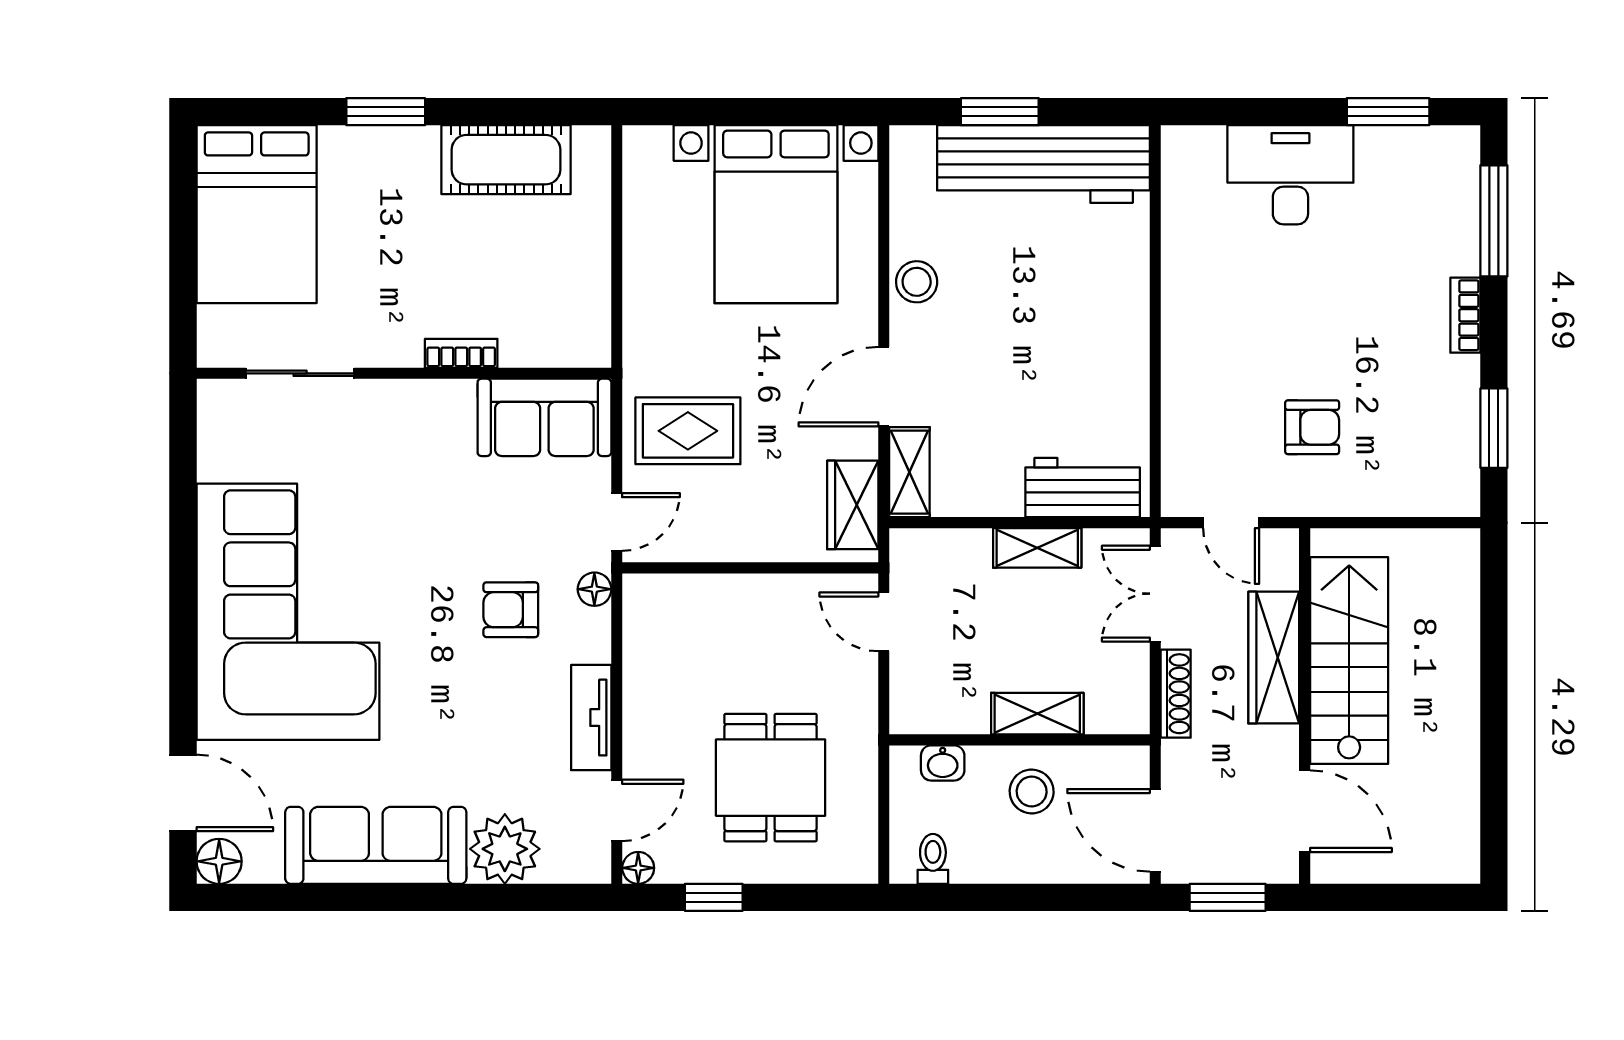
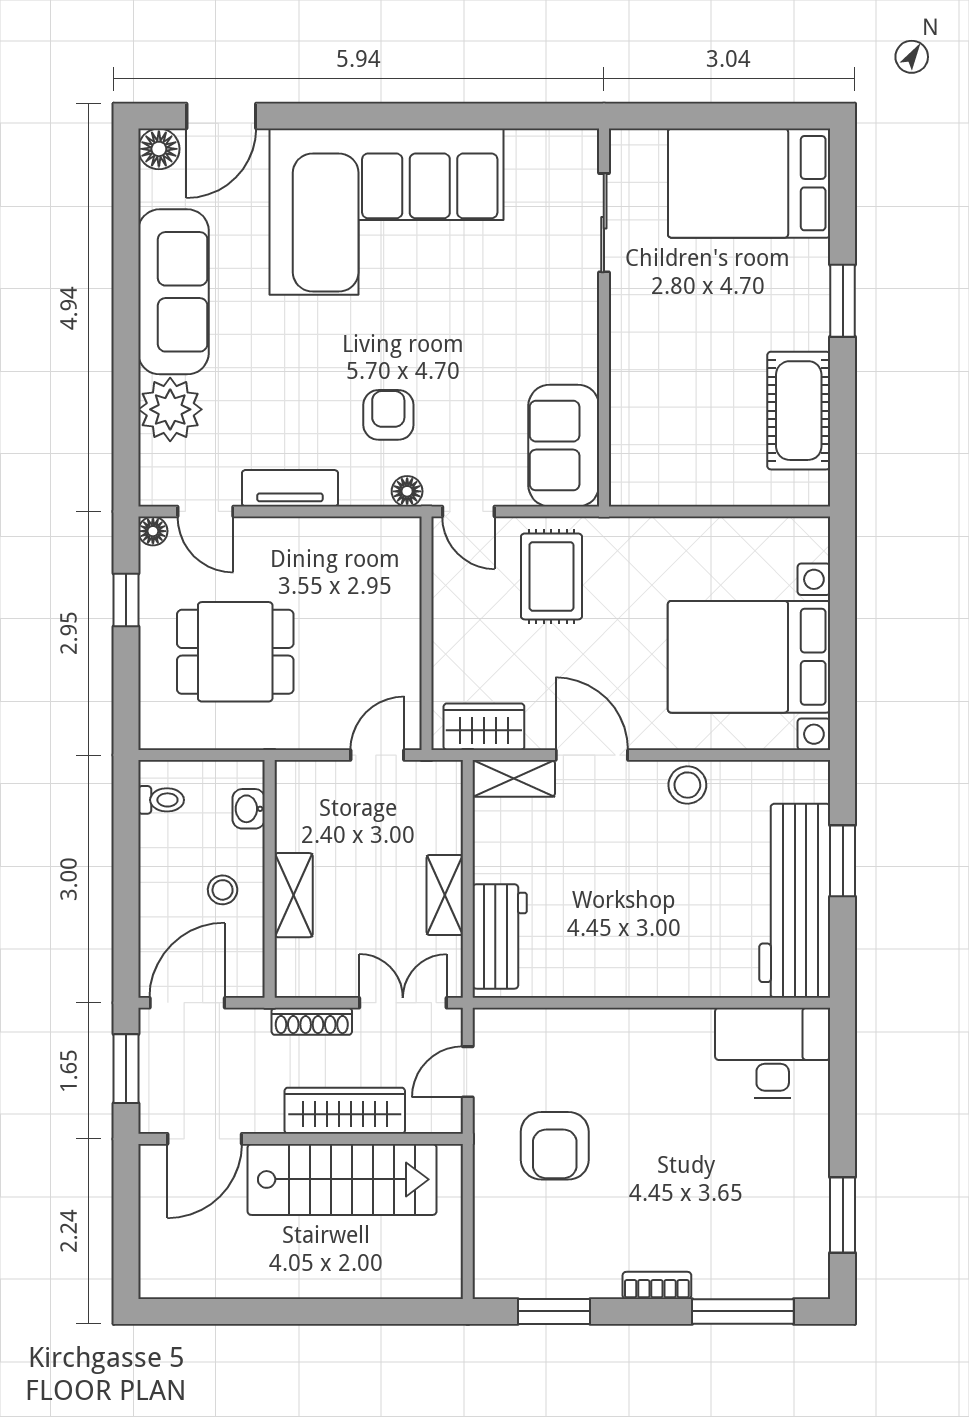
desk: (1290, 175) -> (773, 1053), moved, turned -90
bookcase: (461, 353) -> (622, 370), removed
armchair: (1312, 427) -> (555, 1146), width x1.38, depth x1.38
stool: (1032, 791) -> (223, 890), width x0.73, depth x0.73

